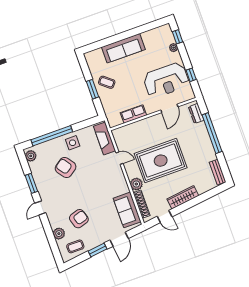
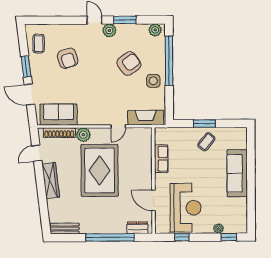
reception desk: (166, 80) -> (186, 208), turned 180
plant: (59, 234) -> (109, 30), moved

